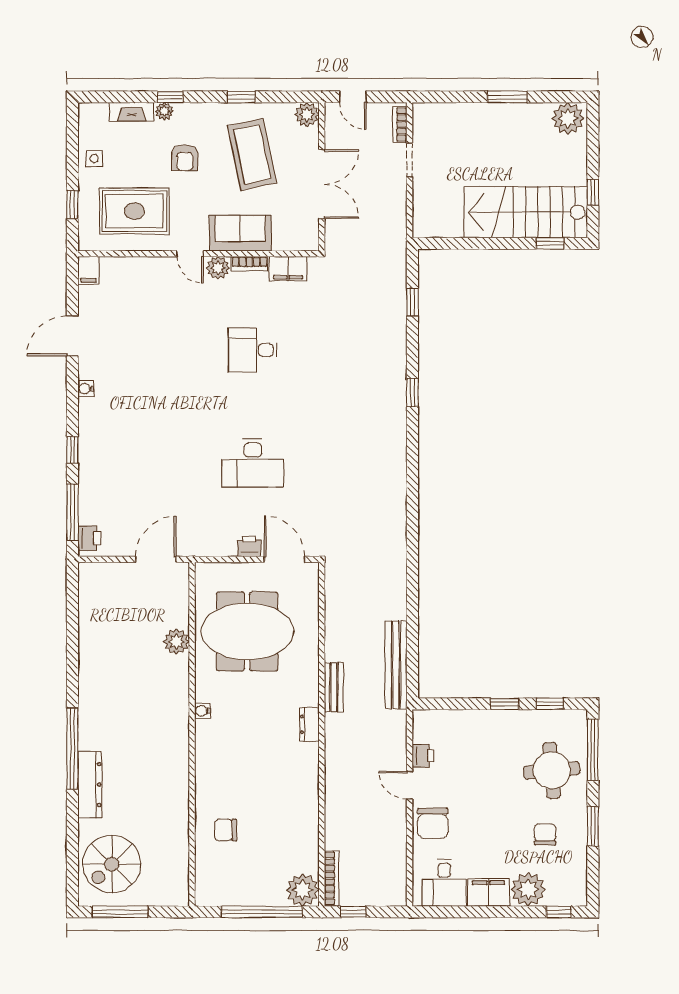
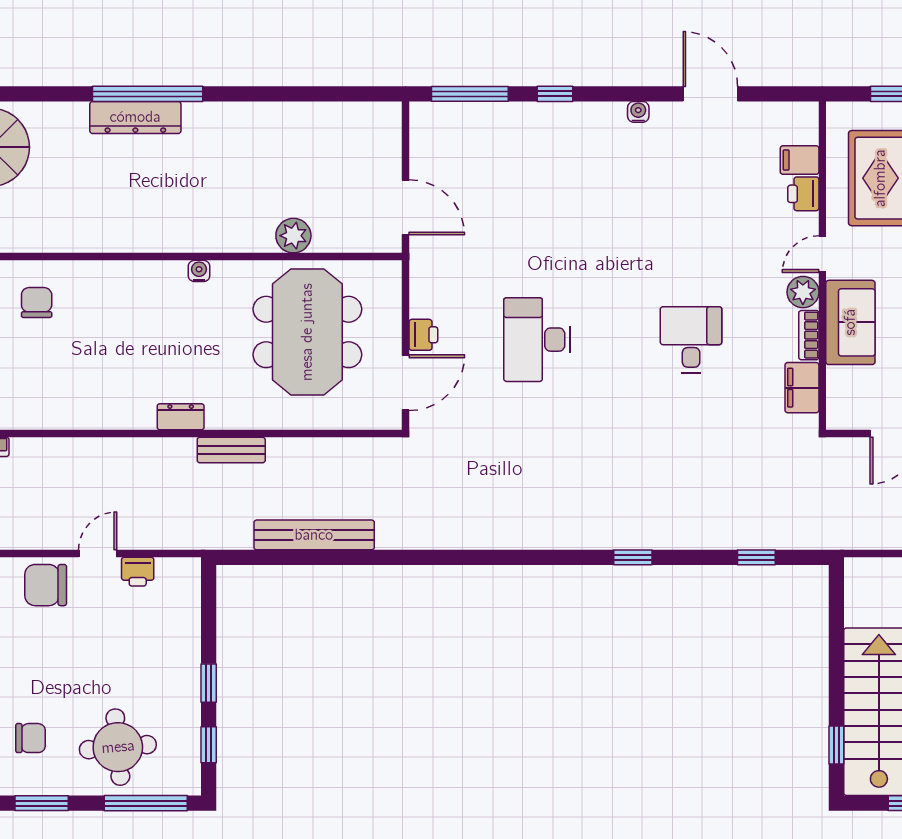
filing cabinet: (89, 270) -> (800, 160), moved
printer: (89, 538) -> (803, 194), moved, turned 90
bench: (396, 665) -> (314, 535), moved
dresser: (90, 785) -> (135, 117), moved

